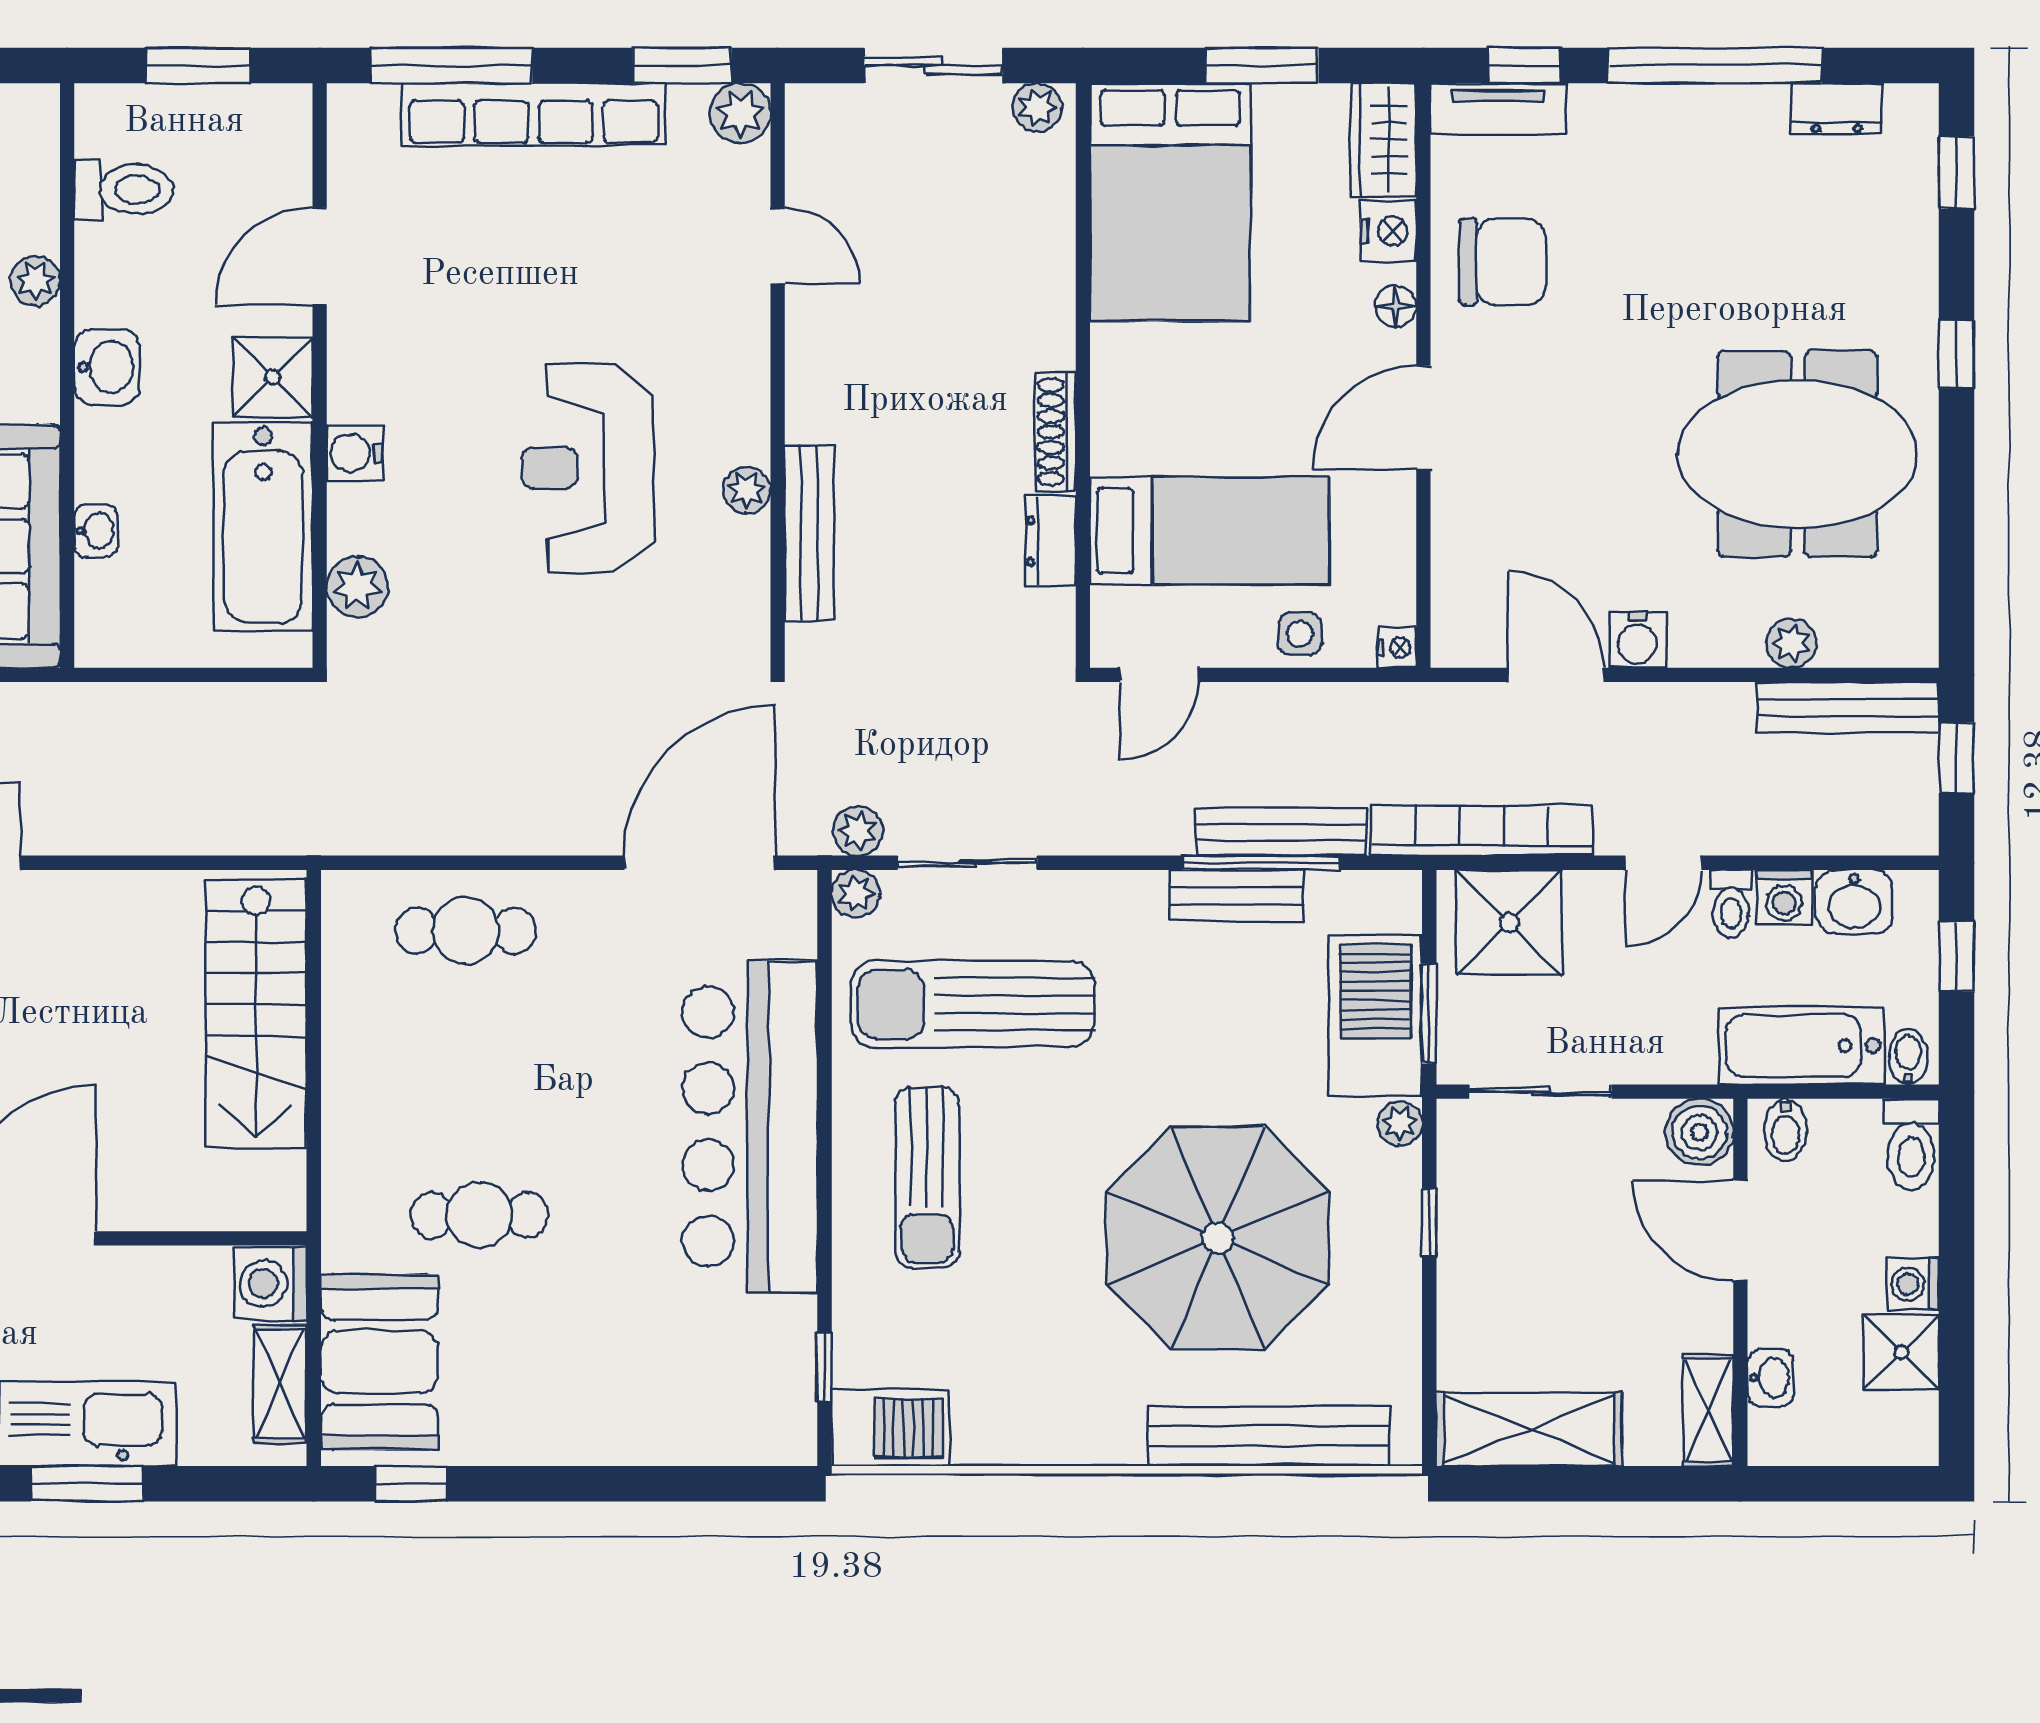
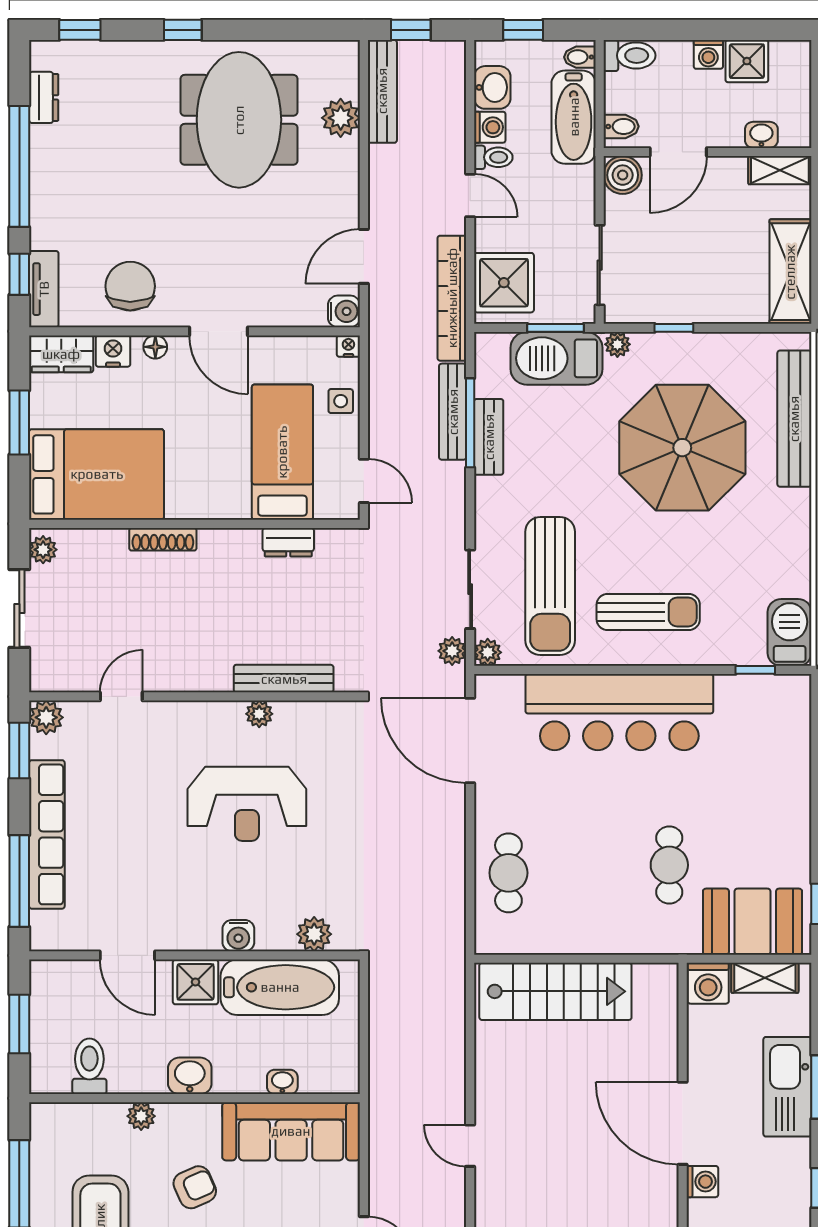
shoe rack: (1056, 432) -> (163, 539), moved
water cooler: (1637, 640) -> (344, 311), moved
plant: (1791, 643) -> (341, 118), width x1.38, depth x1.38

